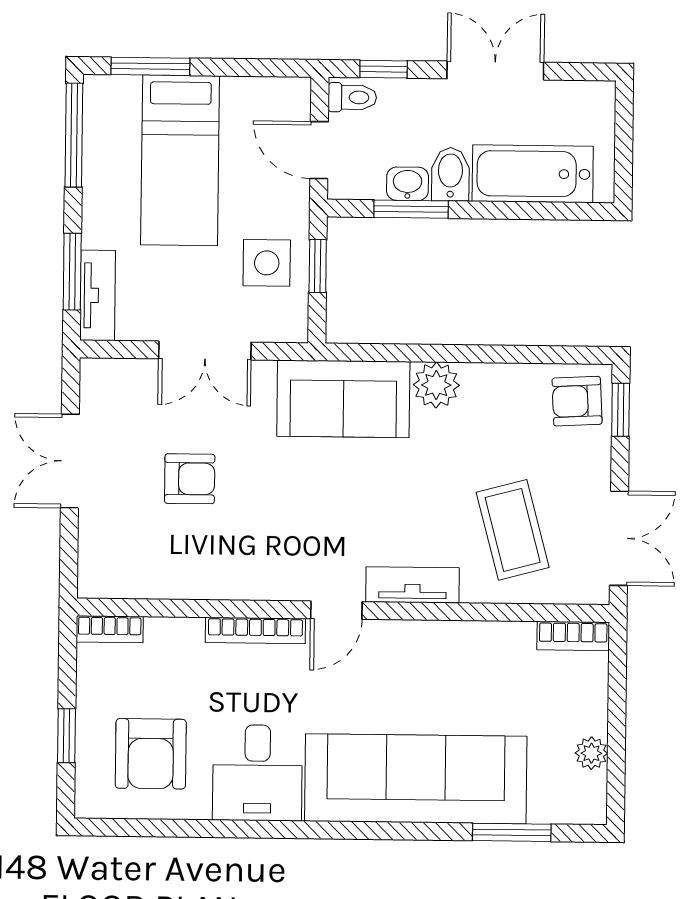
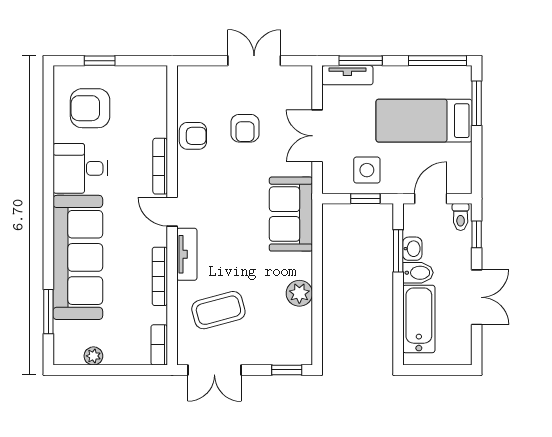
plant: (436, 385) -> (299, 293), moved
armchair: (577, 401) -> (193, 136), moved, turned 93
bookcase: (110, 629) -> (160, 276), moved, width x1.56

